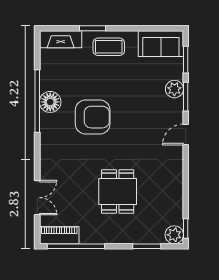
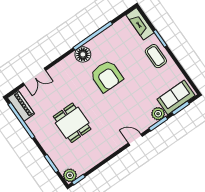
sofa: (161, 44) -> (176, 97), moved, turned 90
floor lamp: (50, 102) -> (83, 54), moved
dining table: (118, 192) -> (72, 123), turned 90

